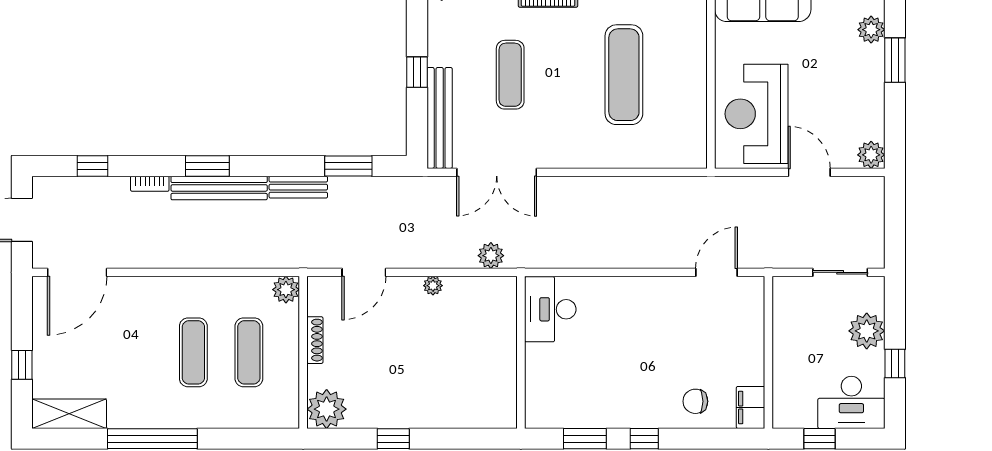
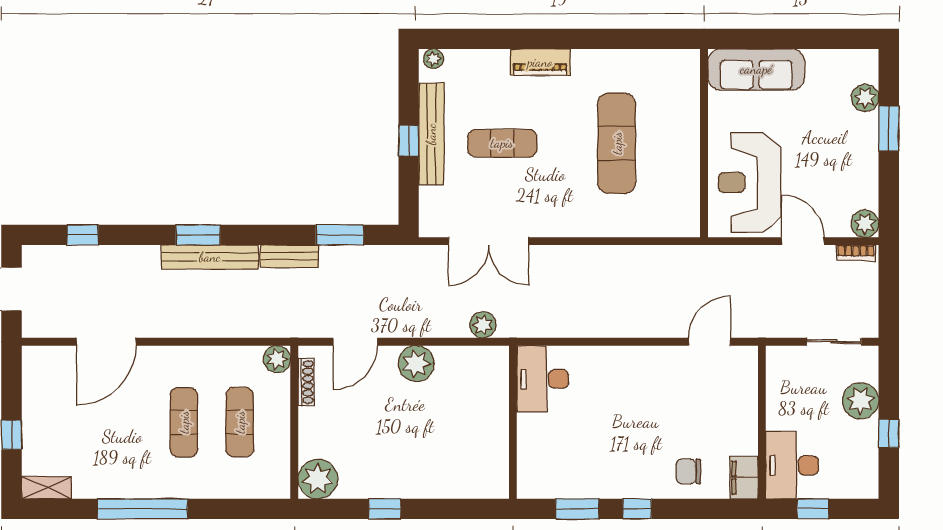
exercise mat: (510, 75) -> (502, 143), turned 90
bench: (440, 118) -> (431, 134), moved
bookcase: (150, 184) -> (856, 253), moved
door: (77, 272) -> (106, 342), moved
plant: (433, 286) -> (416, 363), width x1.88, depth x1.88
shoe rack: (315, 340) -> (306, 382), moved
desk: (851, 402) -> (792, 465), moved, turned 90
shelving: (69, 414) -> (47, 488), width x0.67, depth x0.75

